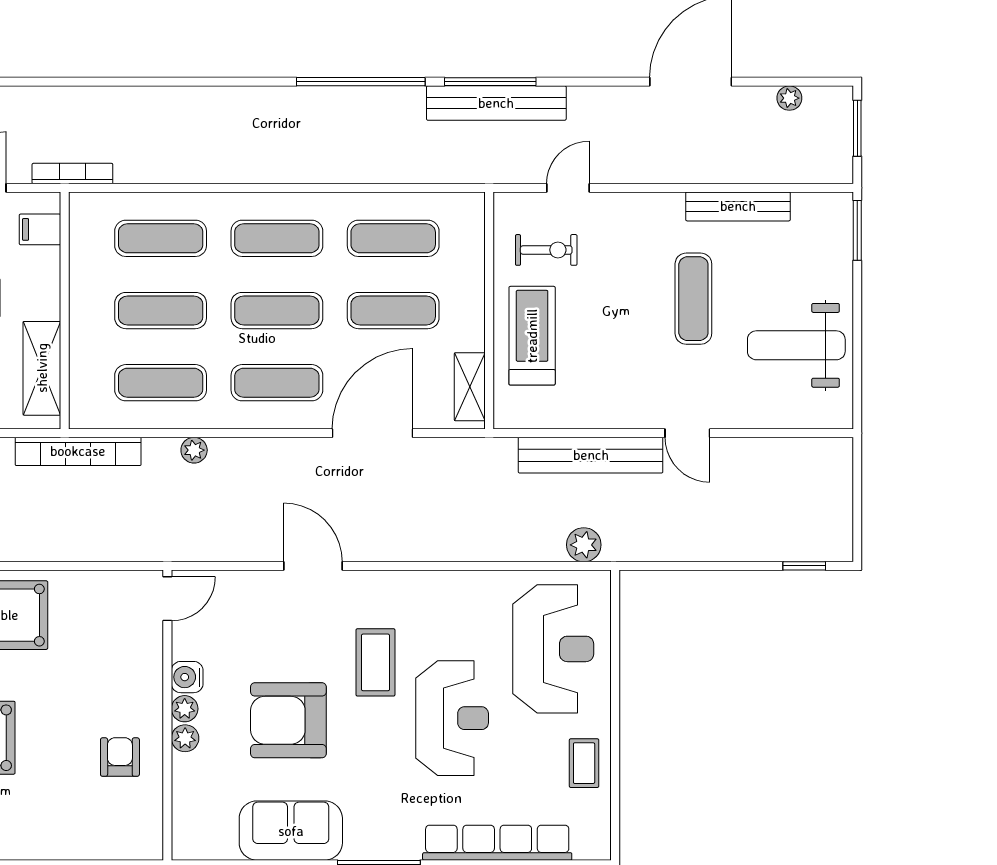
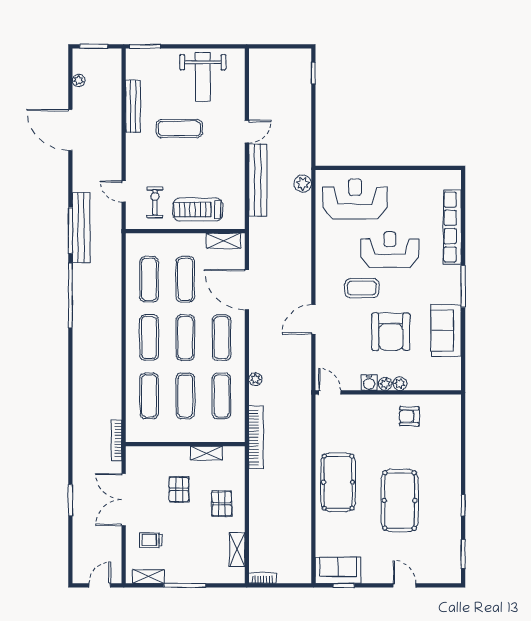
filing cabinet: (40, 229) -> (145, 456), removed
shelving: (42, 368) -> (206, 453), width x0.67, depth x0.75
coffee table: (584, 763) -> (412, 183), removed

